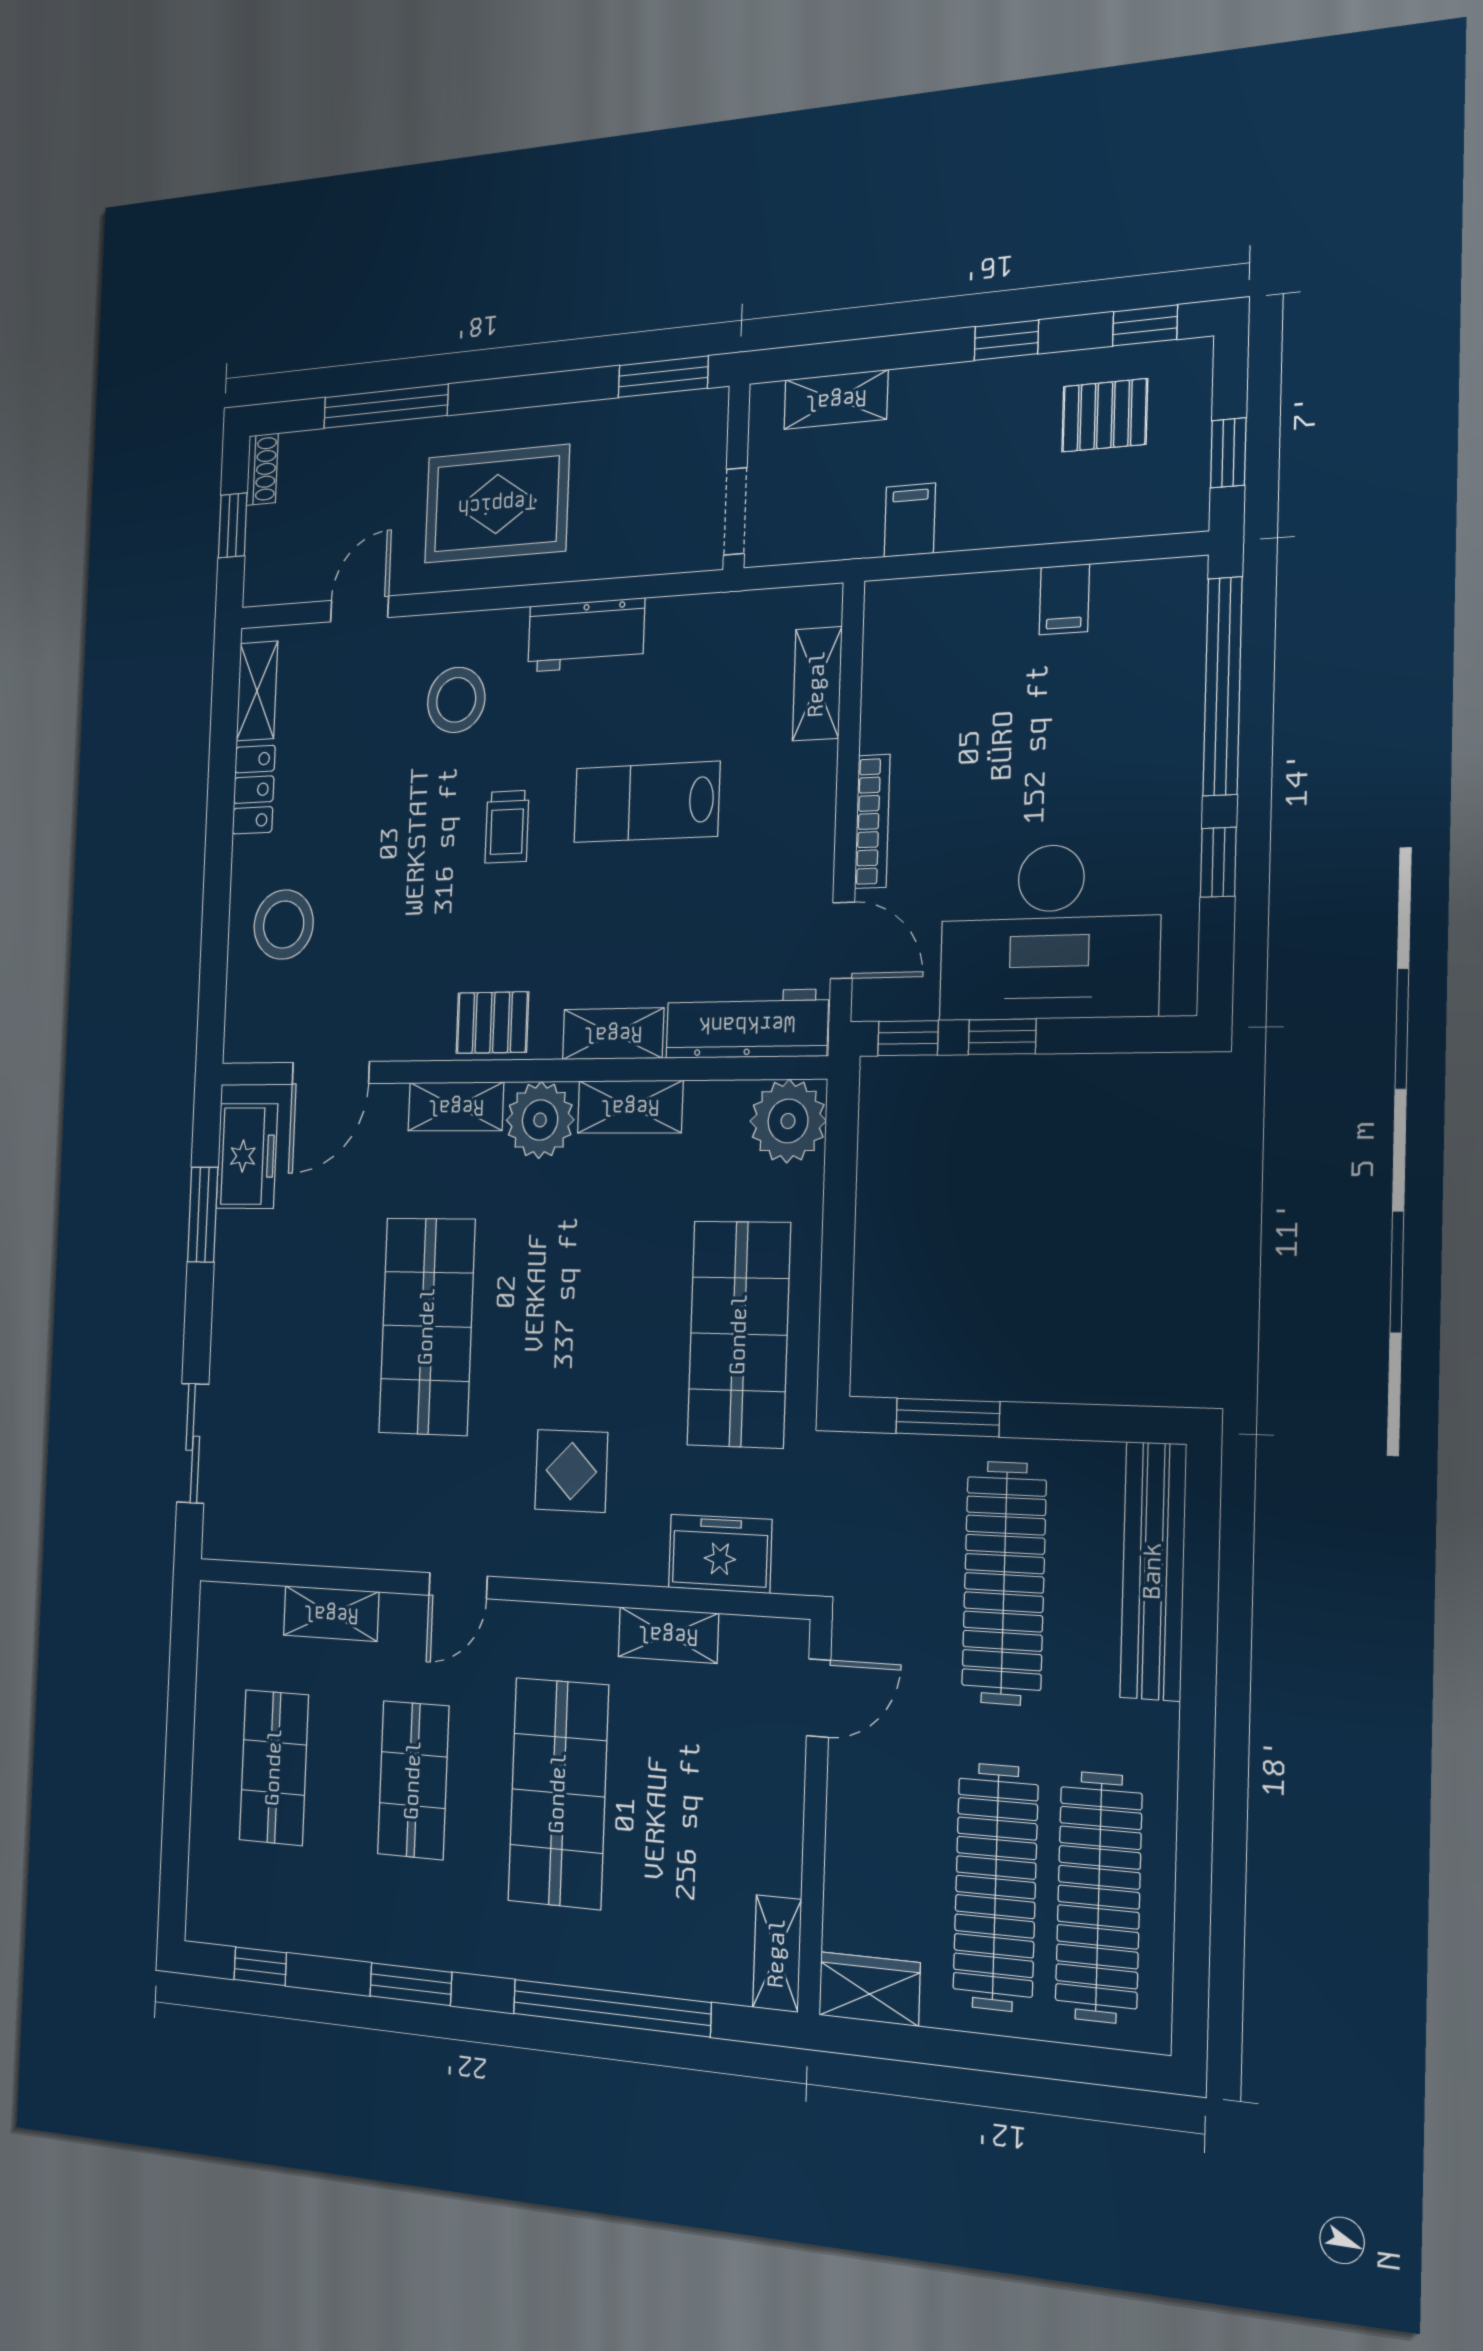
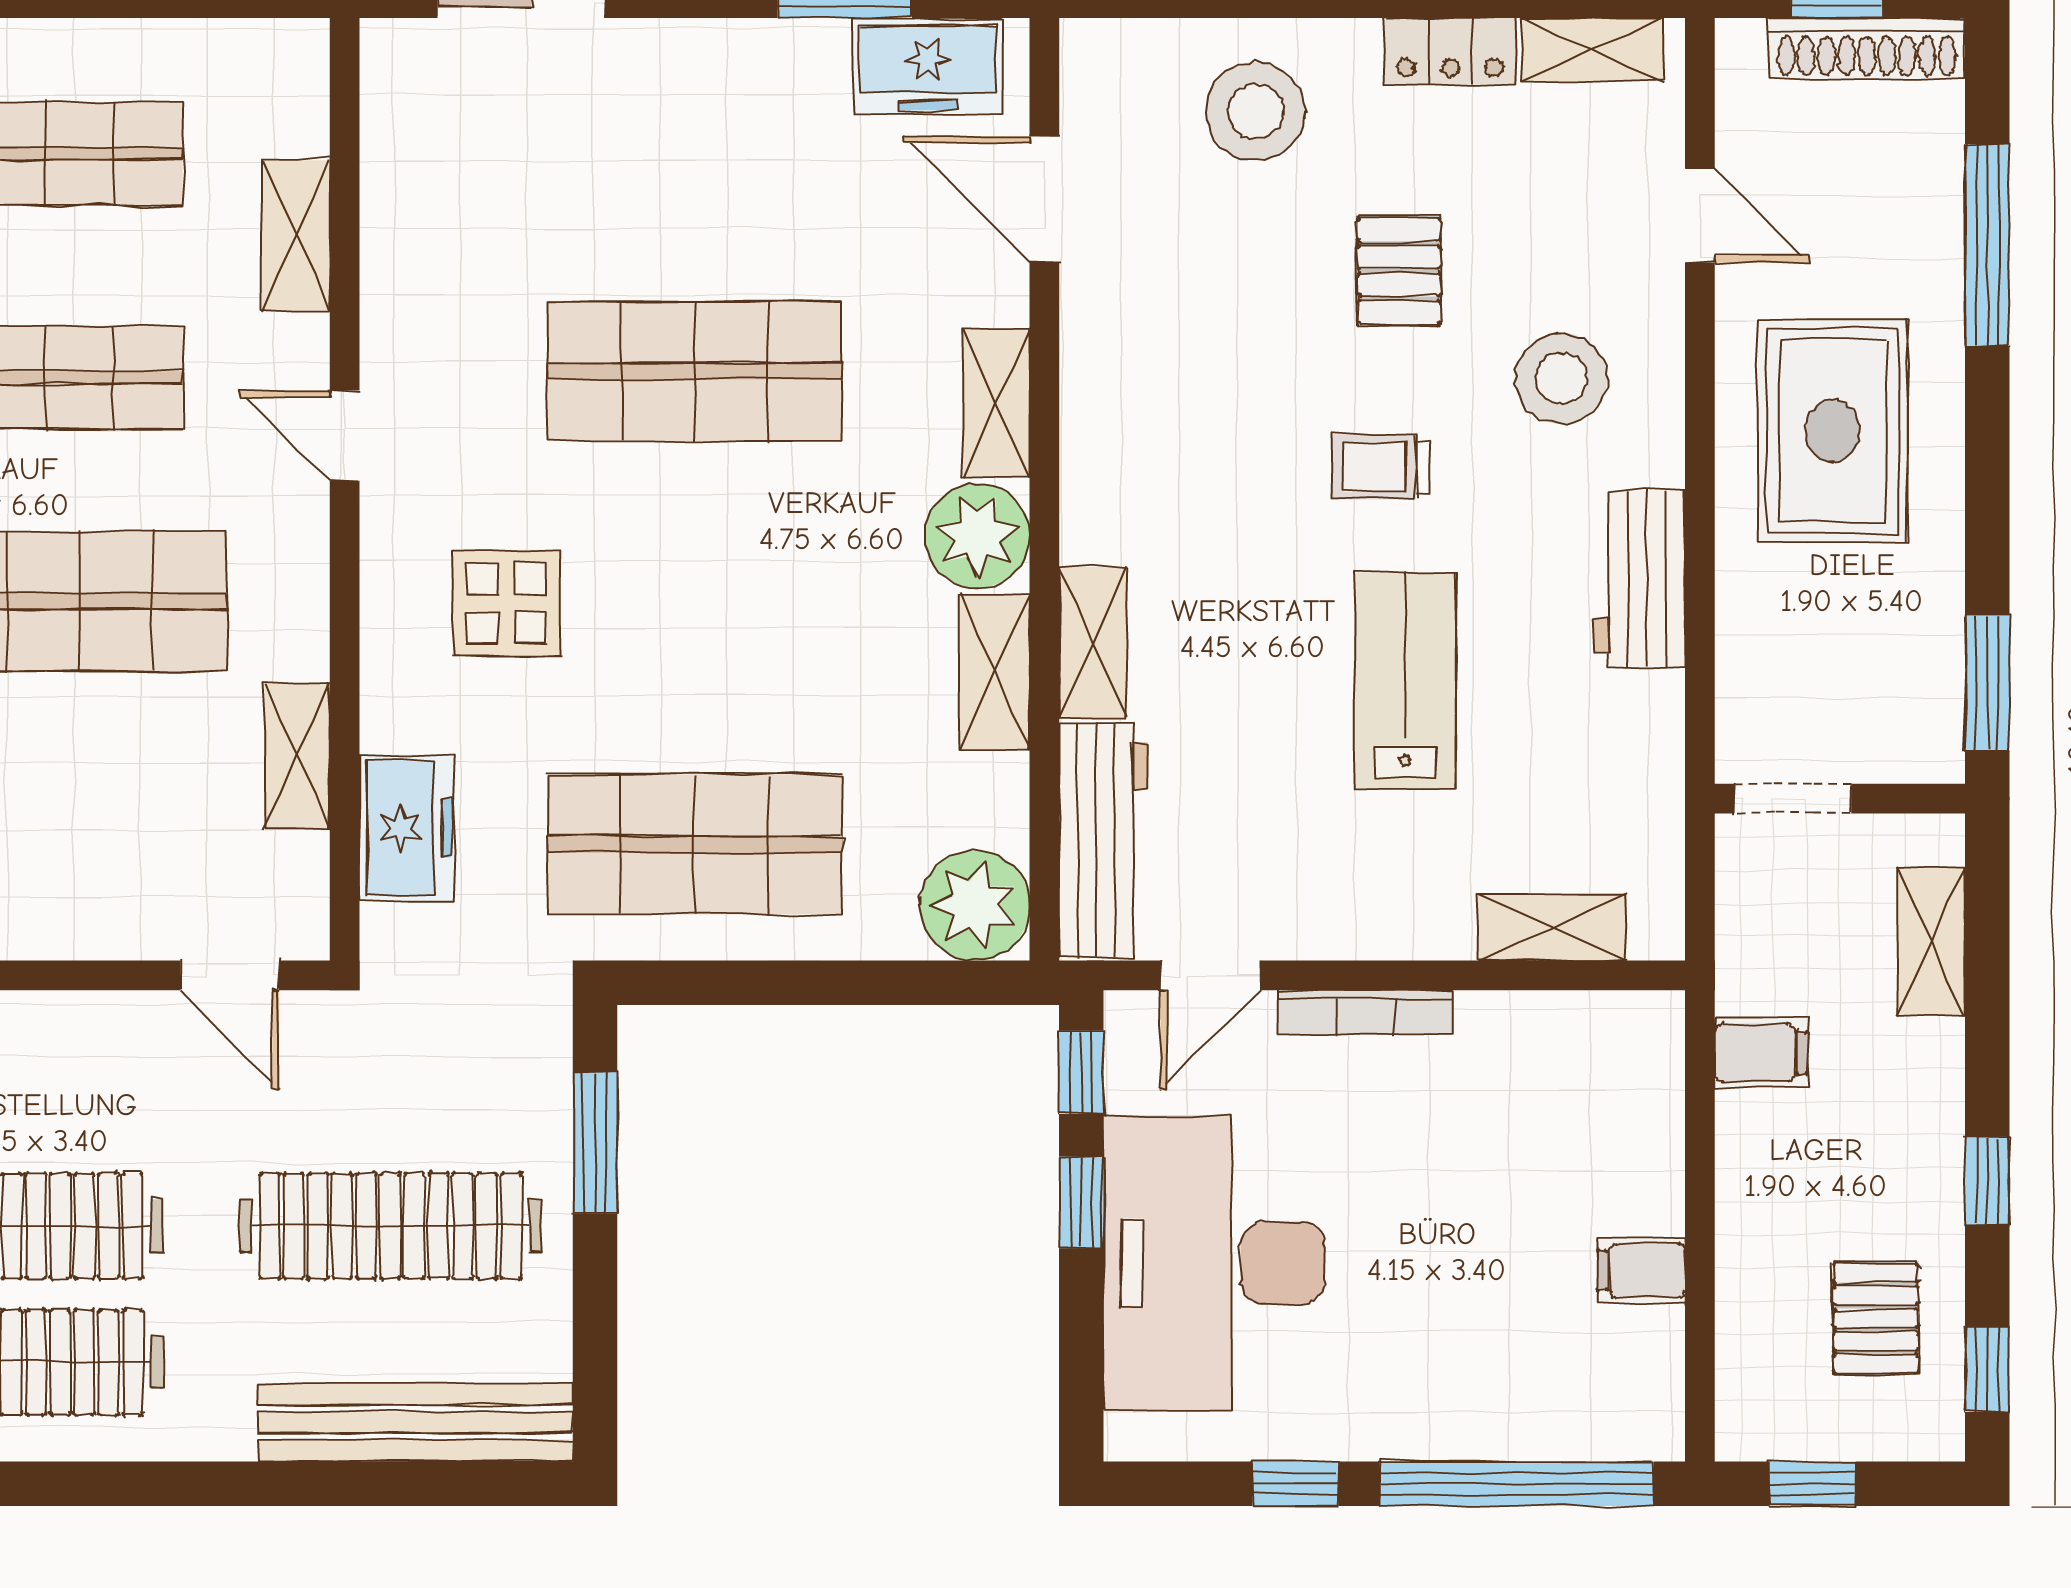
shoe rack: (262, 469) -> (1867, 48), width x1.94, depth x1.24
pallet: (492, 1023) -> (1399, 271), moved

